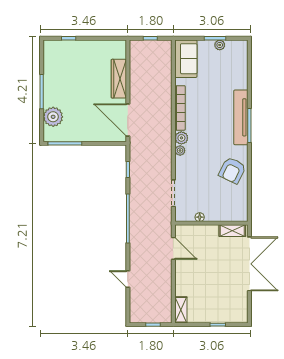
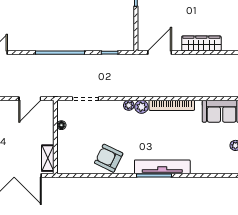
door: (128, 120) -> (160, 53), width x0.73

